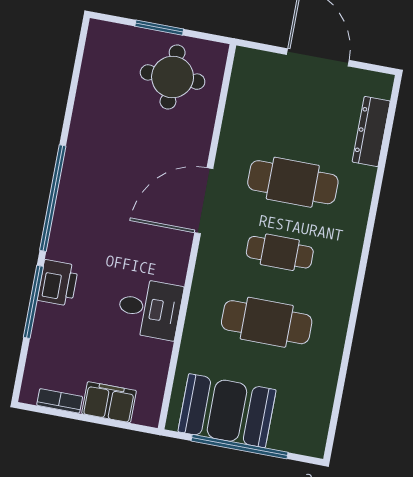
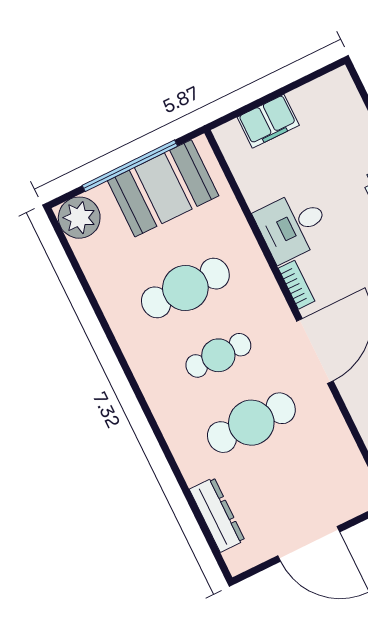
bookcase: (60, 401) -> (296, 285), moved, turned -90
plant: (308, 436) -> (79, 218), added

